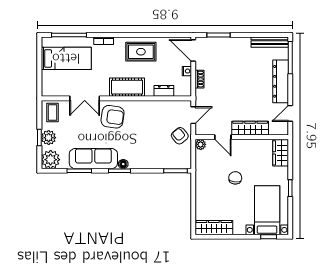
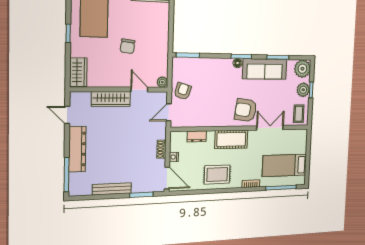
bench: (270, 42) -> (112, 189), moved
door: (290, 113) -> (67, 115), swing flipped
armchair: (180, 136) -> (183, 91), turned -123

